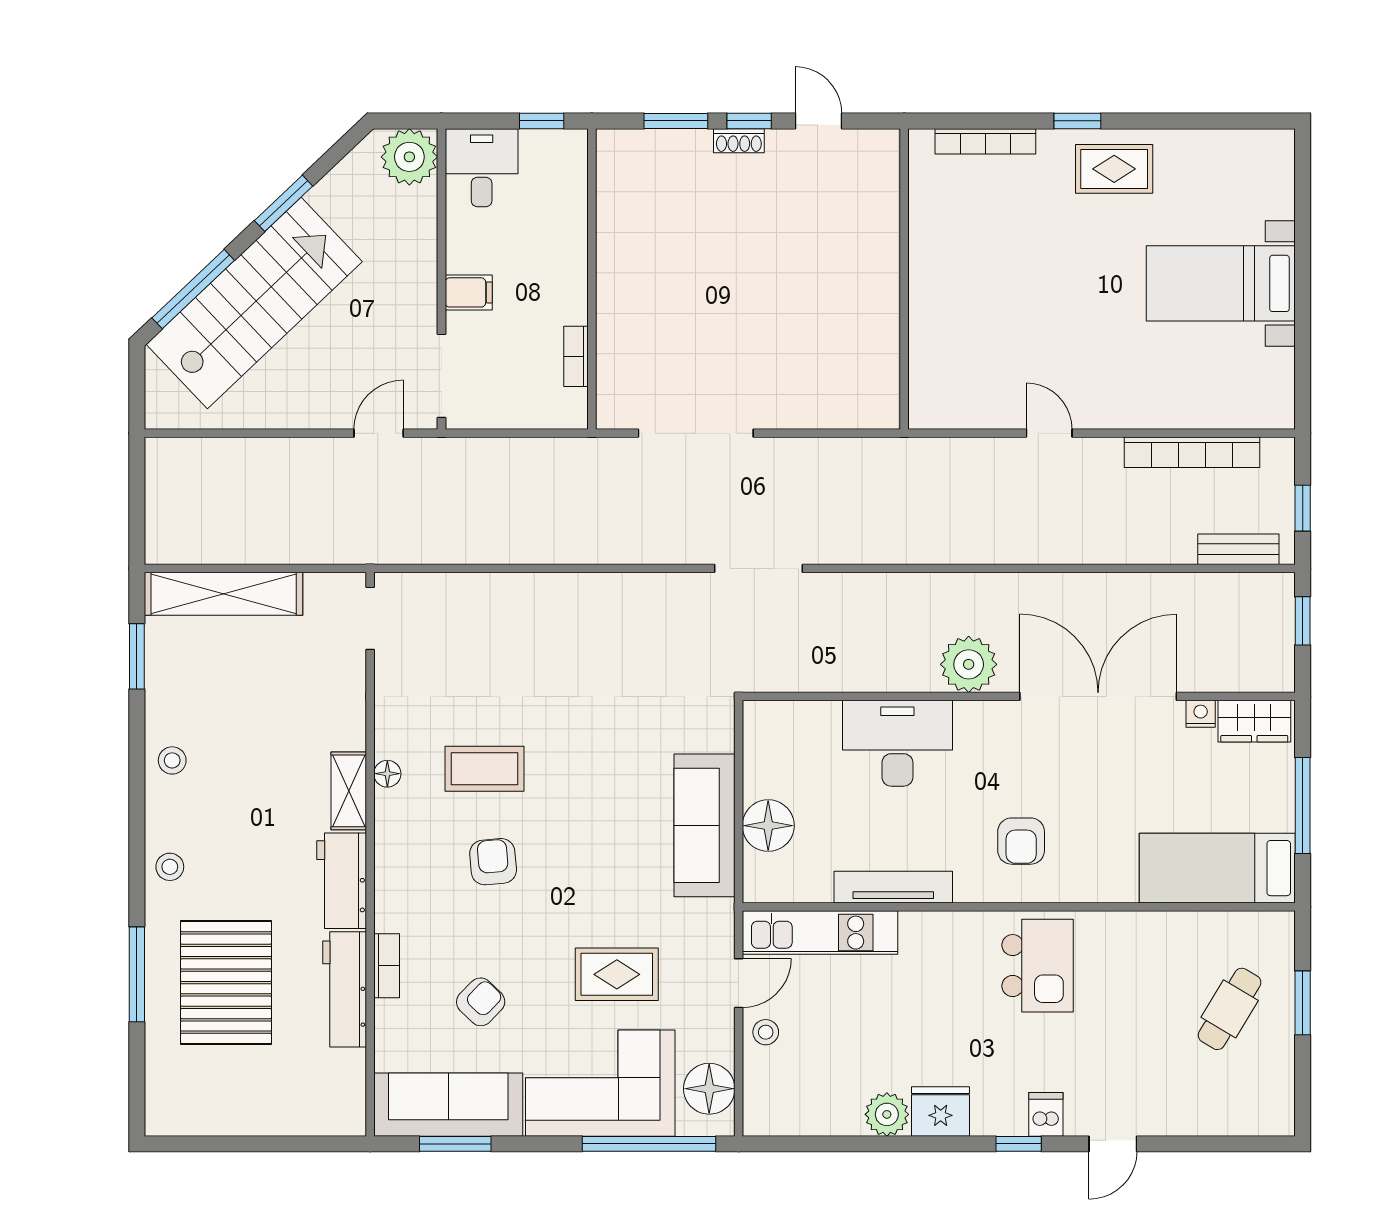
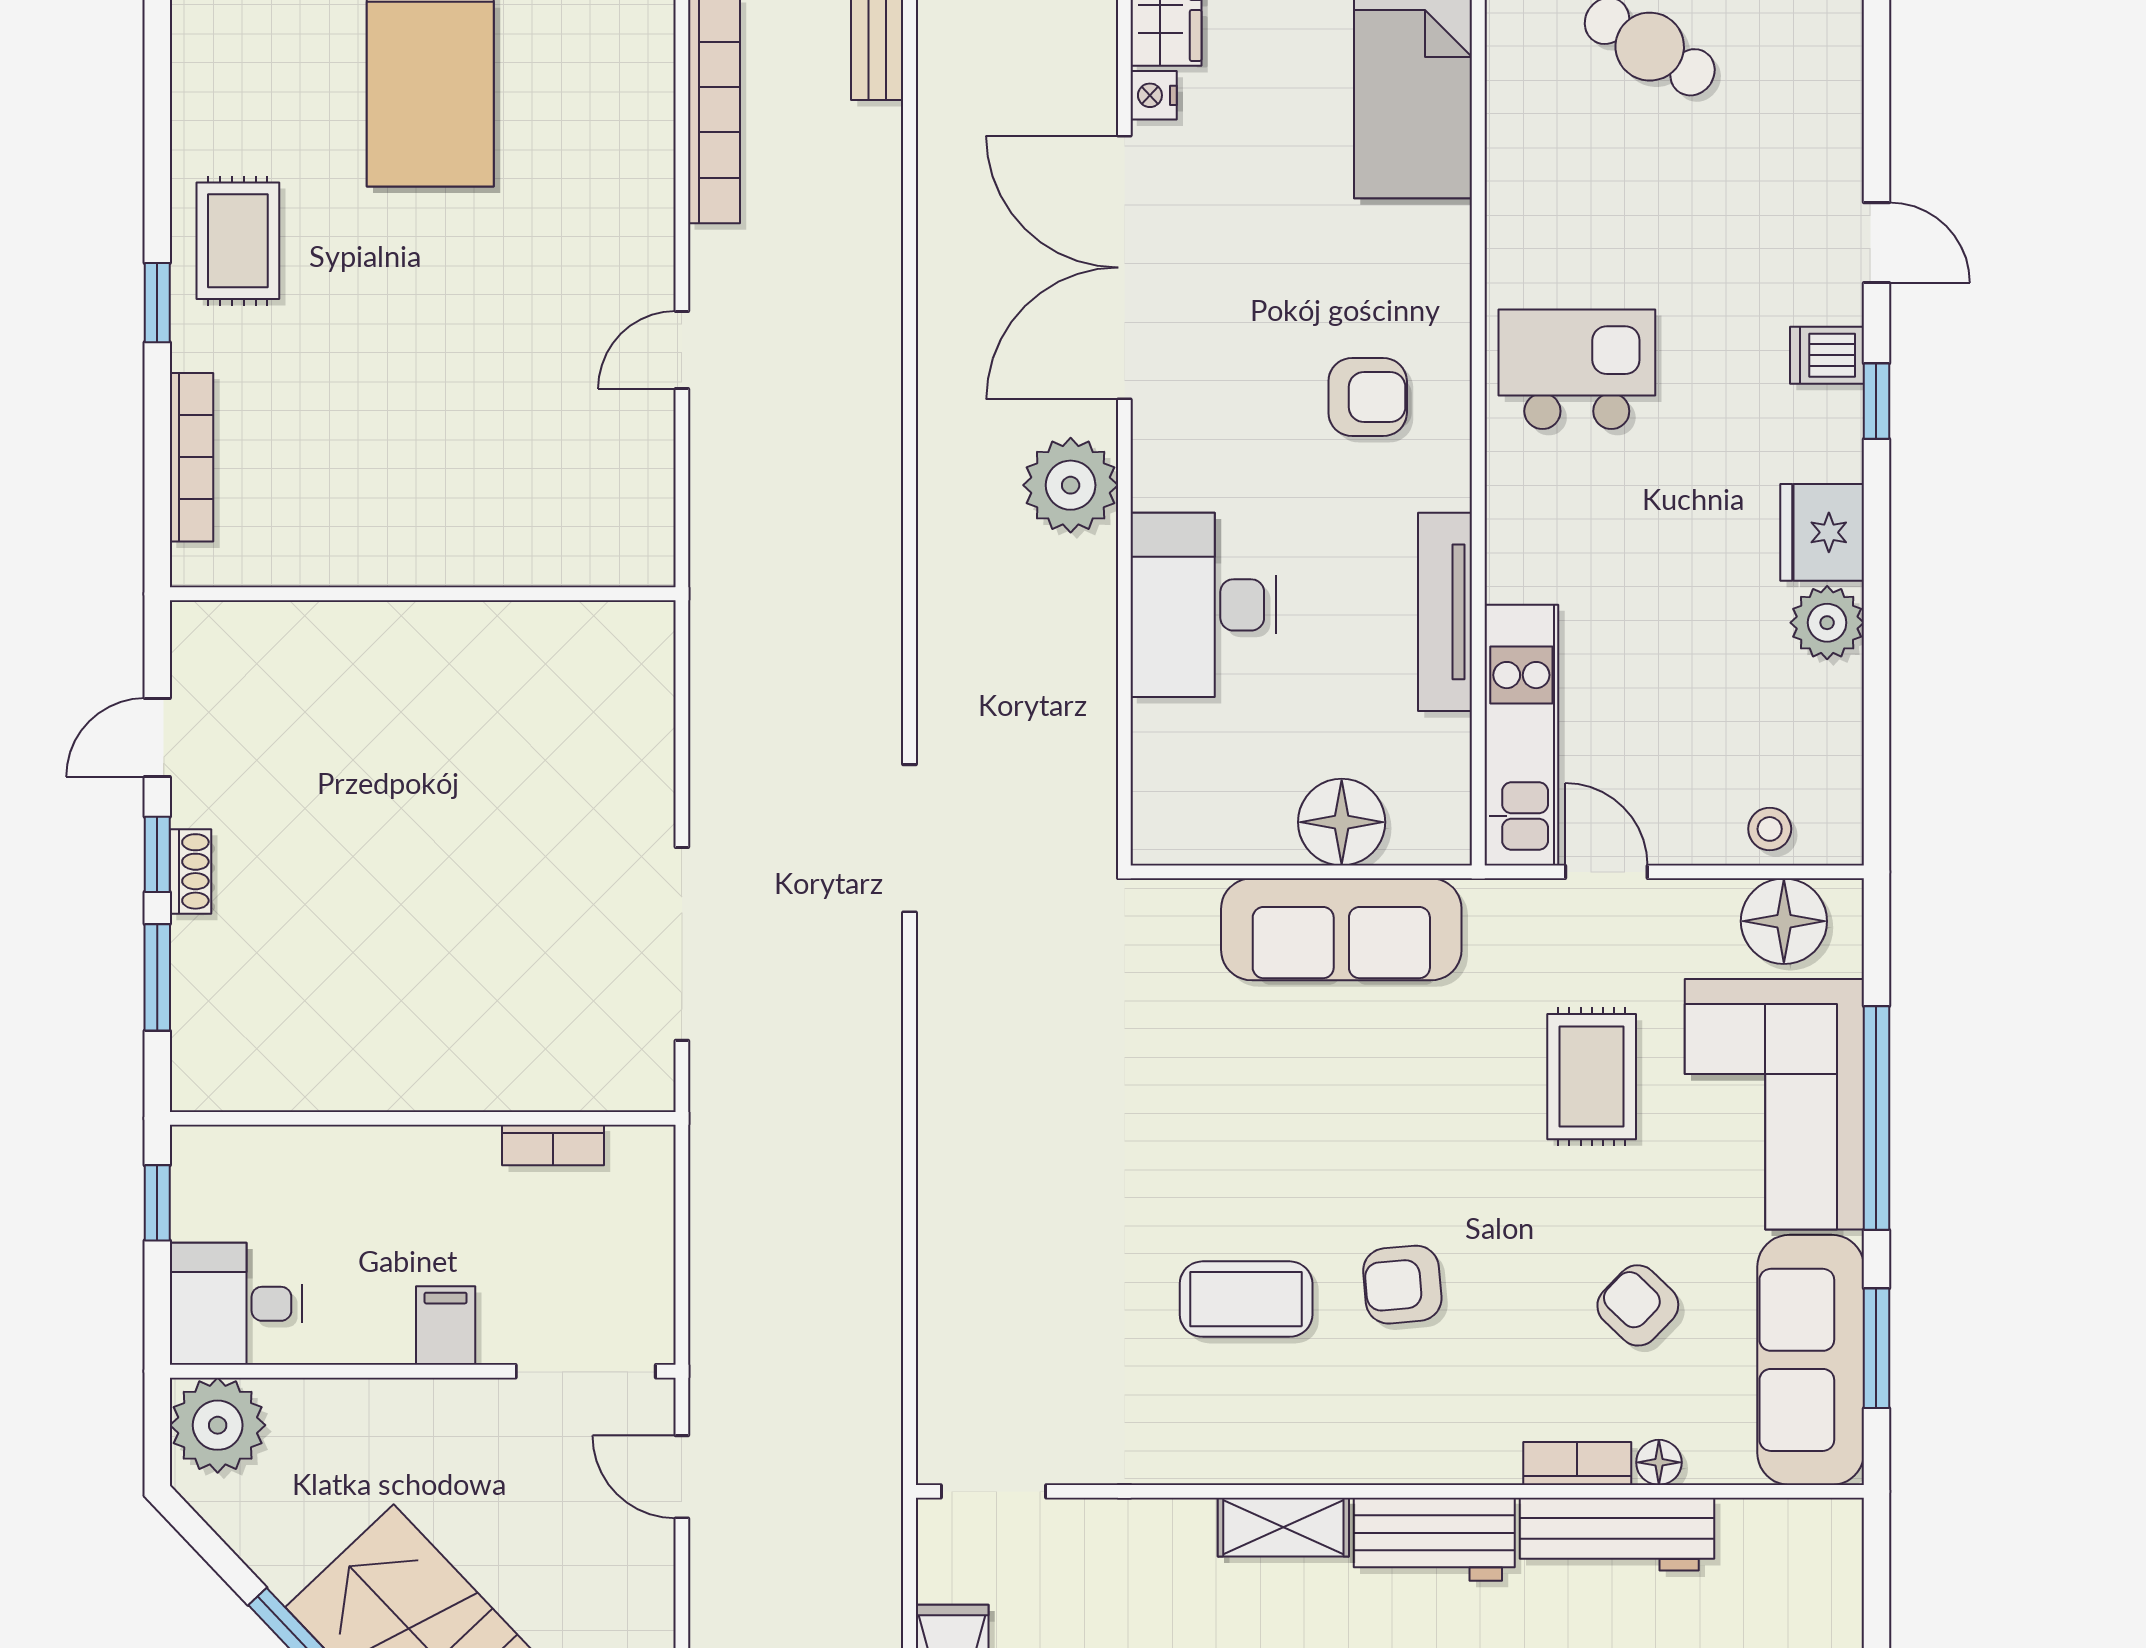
coffee table: (484, 769) -> (1246, 1299), turned 90
floor lamp: (387, 774) -> (1659, 1462), moved
stool: (766, 1032) -> (1770, 829), moved
window: (649, 1144) -> (1876, 1118), moved

